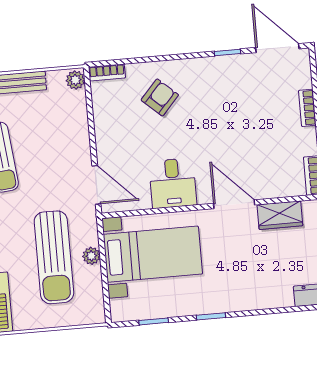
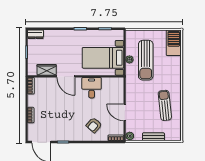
door: (96, 185) -> (125, 112), moved
sun lounger: (54, 257) -> (146, 60), turned 180

